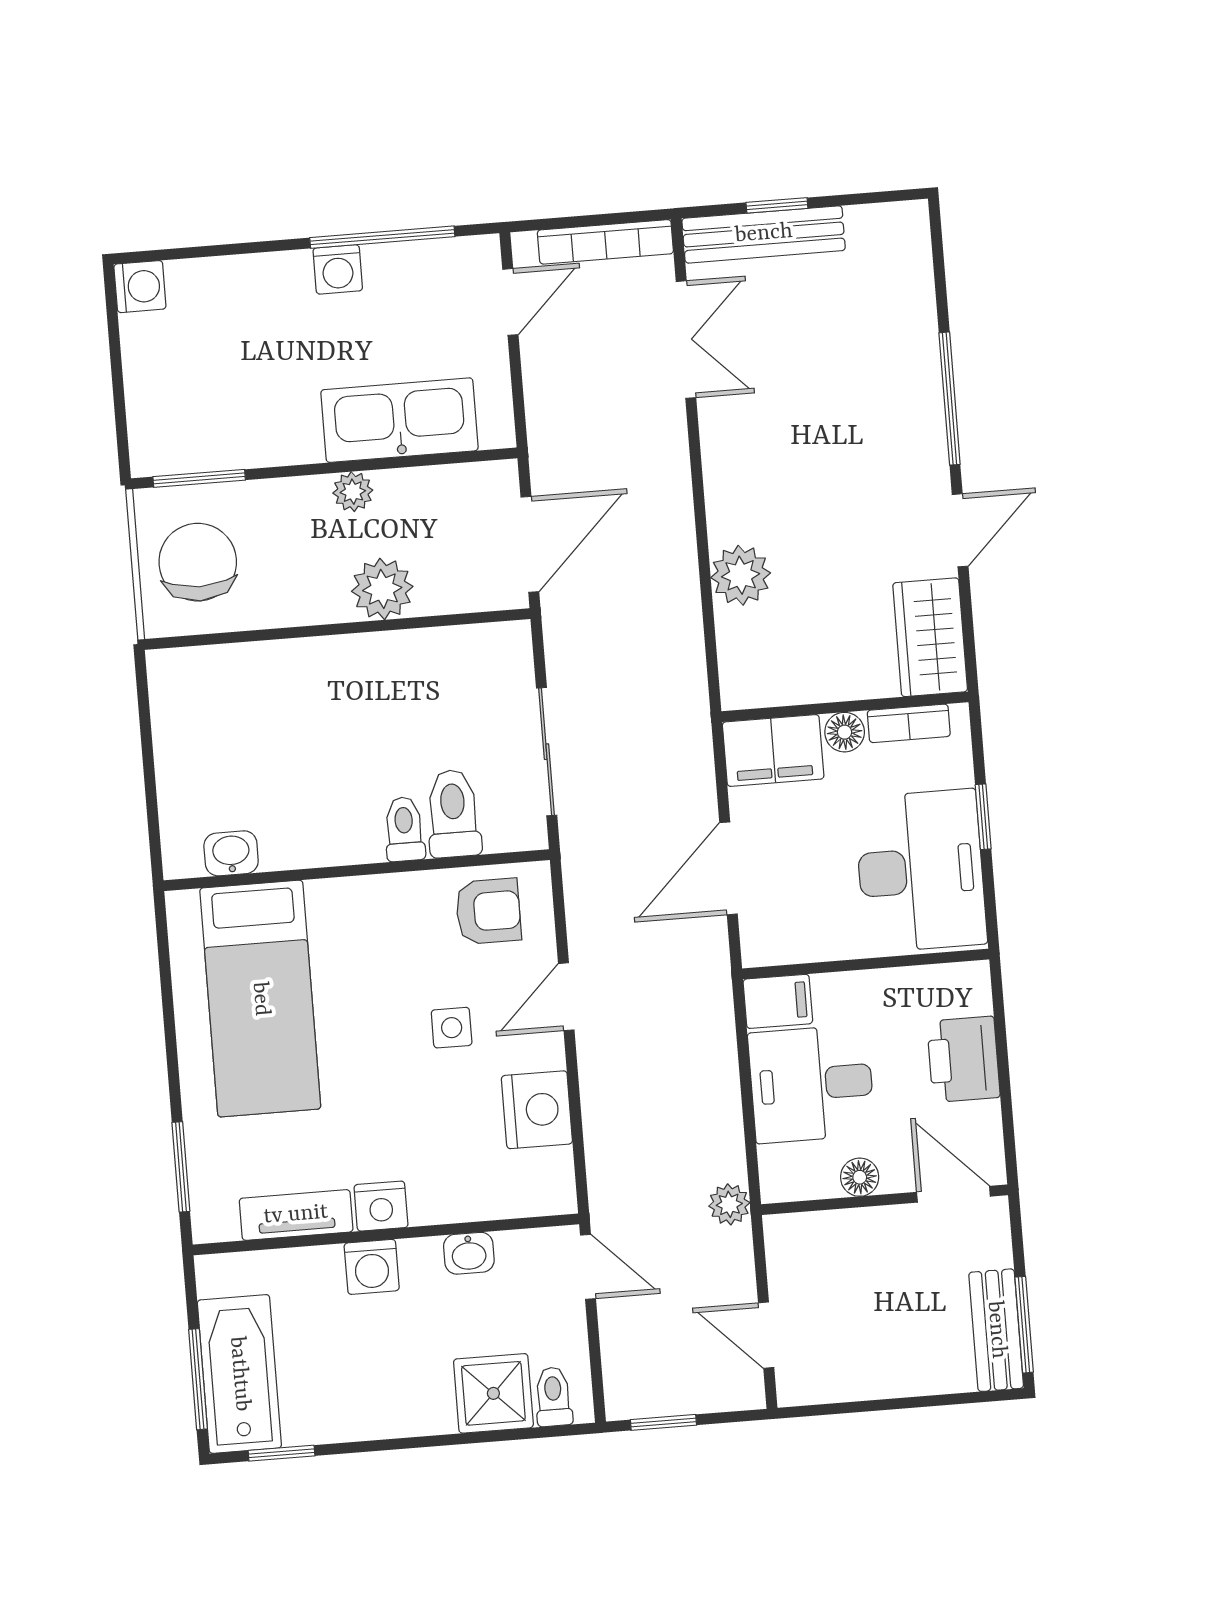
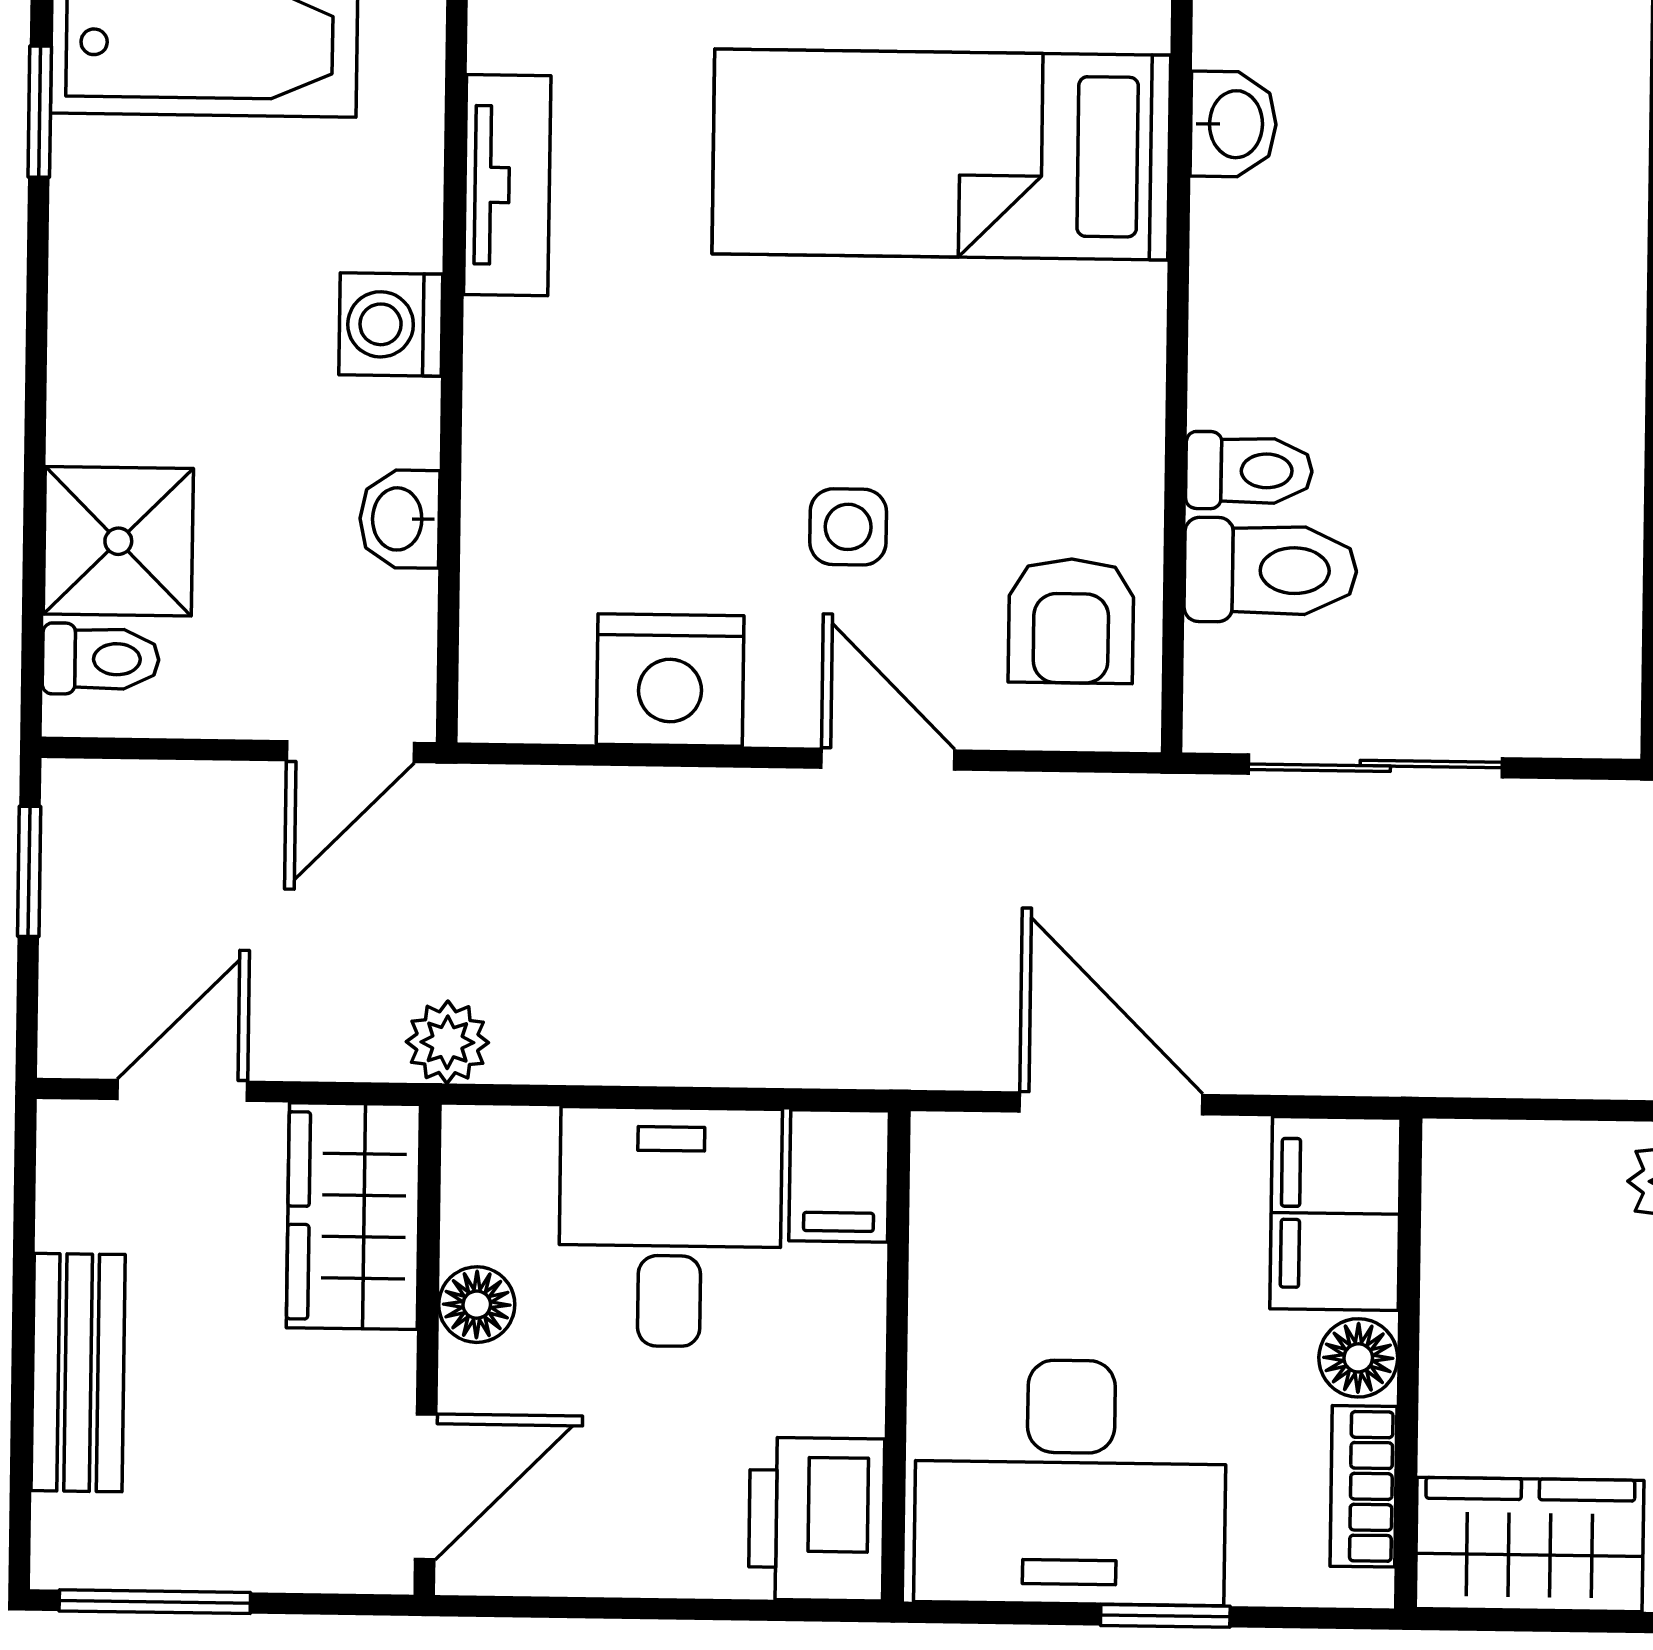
printer: (963, 1059) -> (817, 1519), moved, turned -90
nightstand: (381, 1206) -> (509, 354), removed
wardrobe: (821, 1243) -> (353, 1216), added
bench: (996, 1330) -> (78, 1373), moved, turned 90

